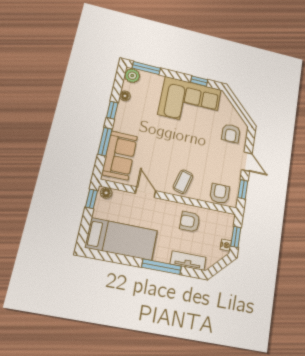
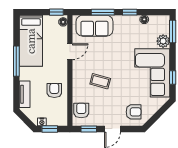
plant: (132, 76) -> (163, 41), moved
armchair: (231, 133) -> (134, 112), turned 180
coffee table: (183, 182) -> (100, 81), moved
armchair: (220, 194) -> (81, 111), turned -90
window: (161, 267) -> (16, 61), moved

